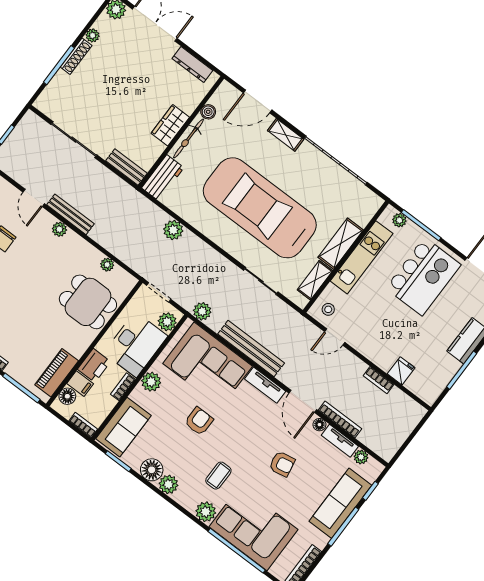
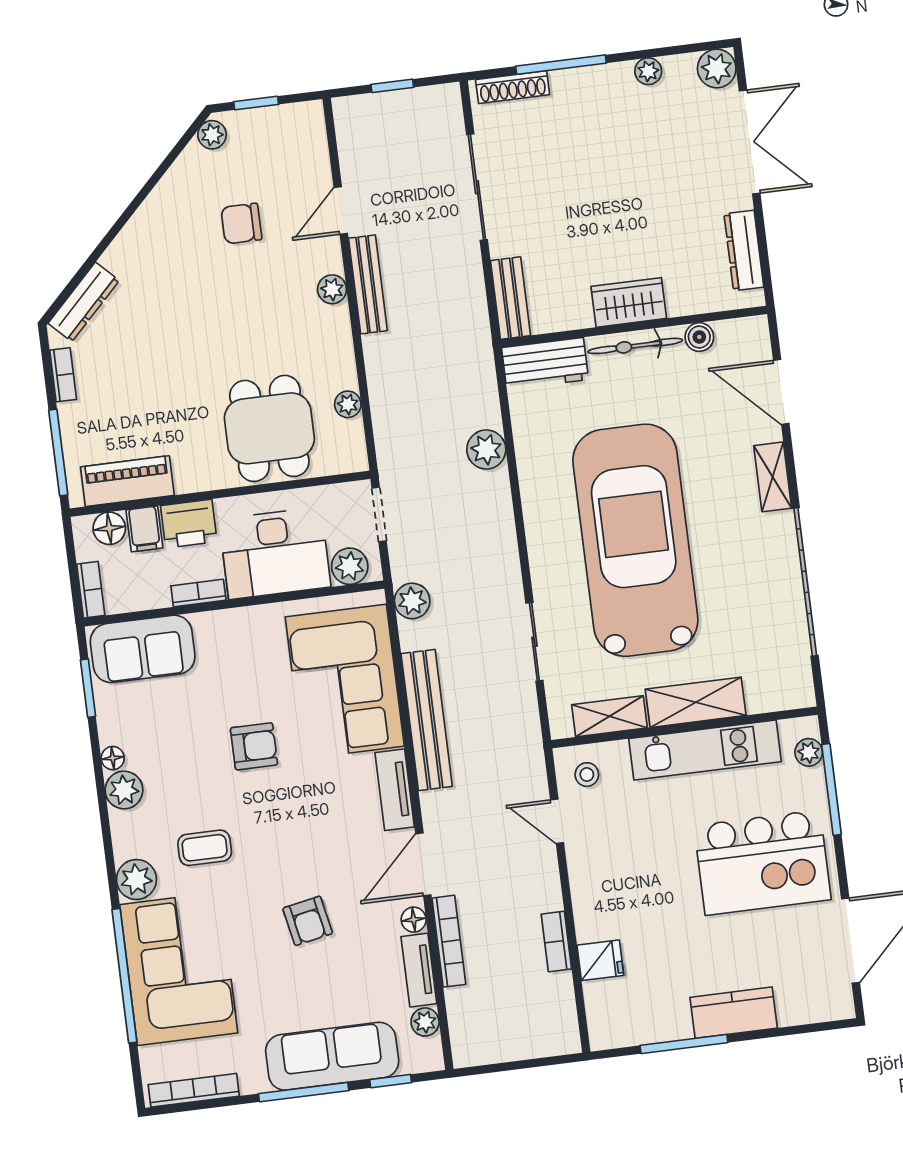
shoe rack: (76, 56) -> (513, 87), moved
plant: (151, 382) -> (244, 626), removed
floor lamp: (152, 470) -> (113, 758), width x0.53, depth x0.53

